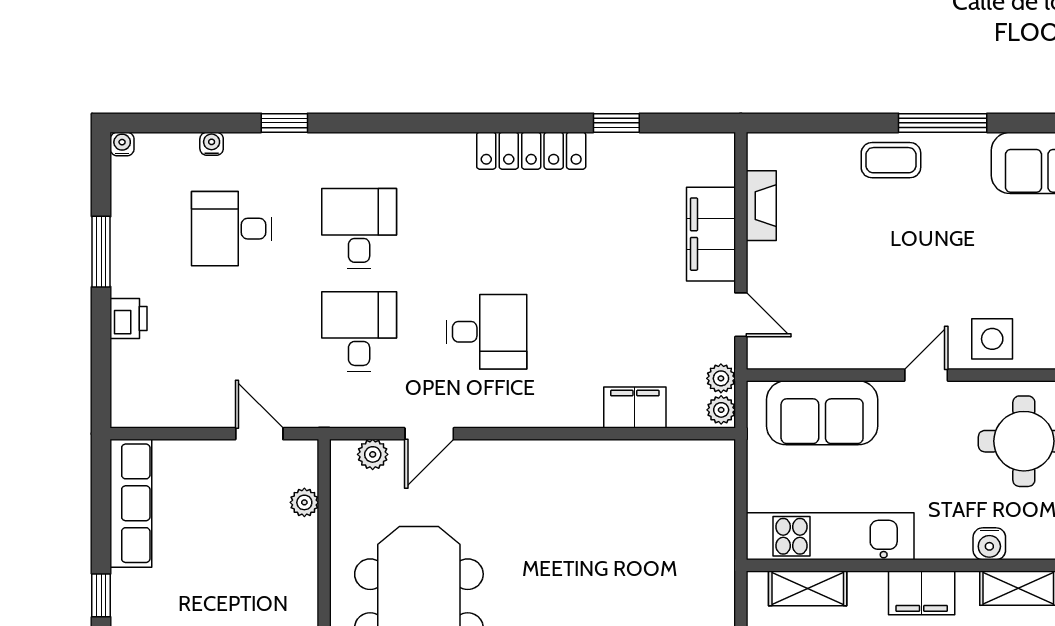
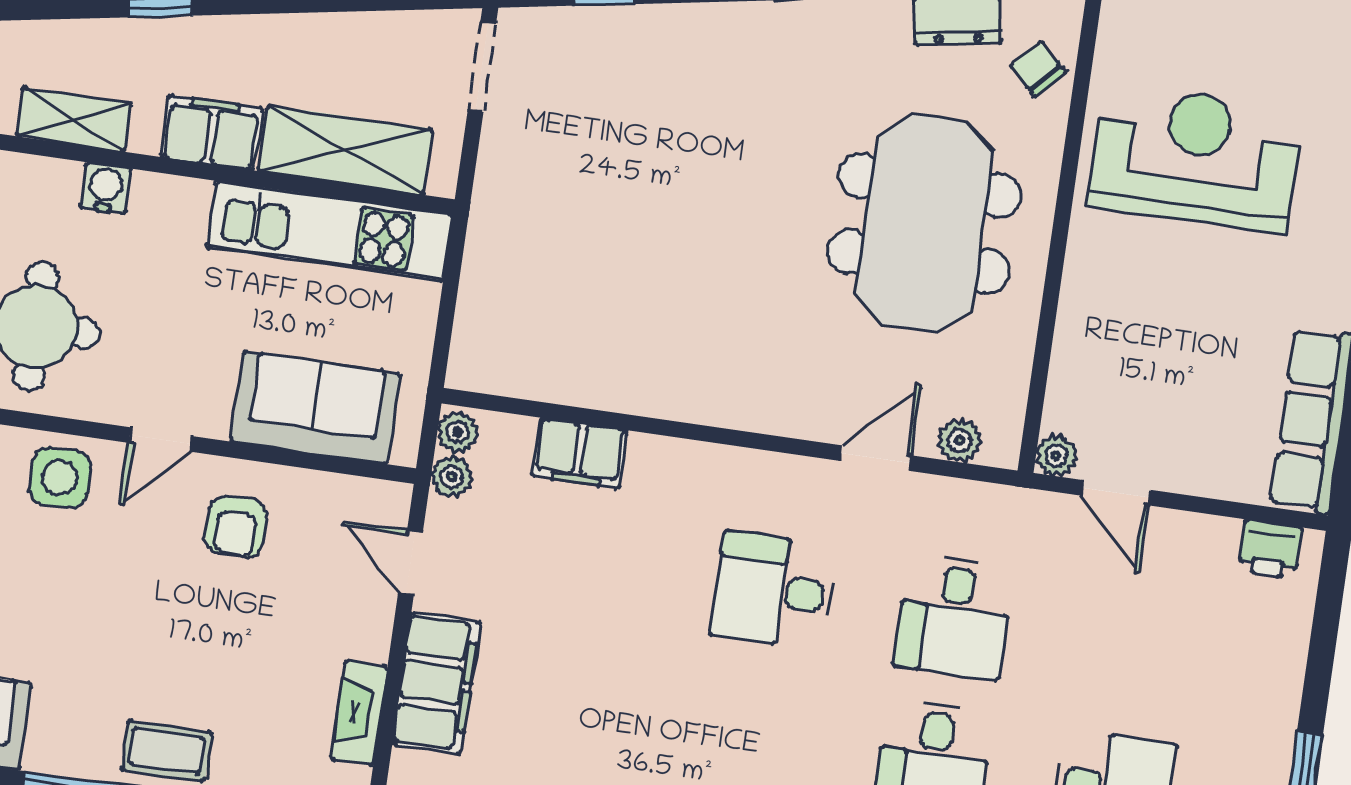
printer: (128, 319) -> (1270, 549), moved, turned -90
armchair: (865, 323) -> (236, 526), added
plant: (304, 502) -> (1056, 456), moved
shelving: (808, 588) -> (345, 150), width x1.50, depth x1.33

